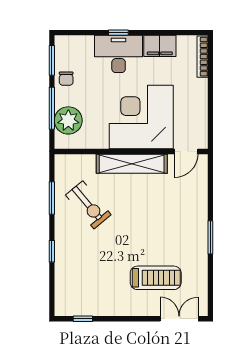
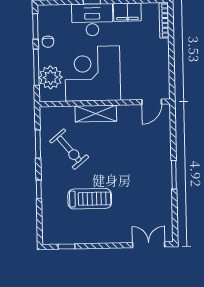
corner desk: (141, 117) -> (93, 74), moved
shelving: (132, 164) -> (96, 114), width x0.68
treadmill: (156, 278) -> (90, 199), moved

